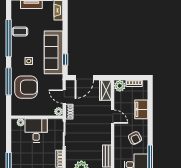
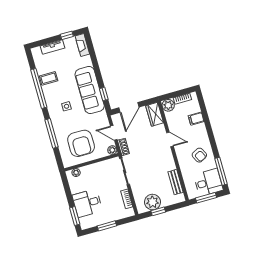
armchair: (26, 87) -> (81, 143), moved, turned 90
filing cabinet: (141, 109) -> (196, 119), width x0.50
desk: (36, 130) -> (87, 203), moved, turned -90

